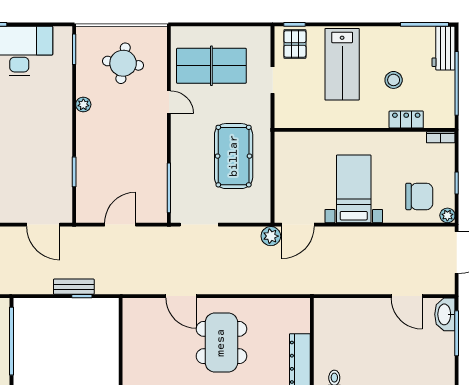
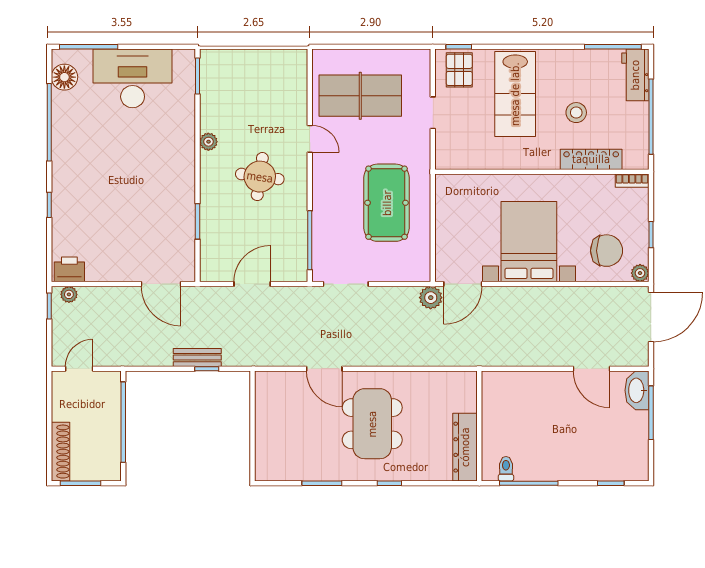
round table: (123, 63) -> (260, 177), moved
locker: (406, 120) -> (591, 159), width x1.53
bed with nightstands: (354, 189) -> (529, 242), width x1.36

